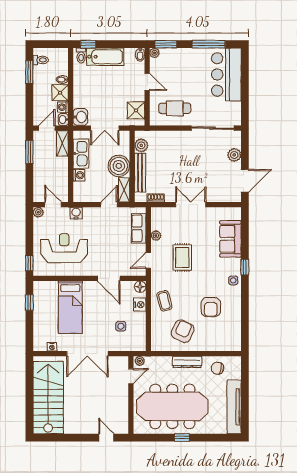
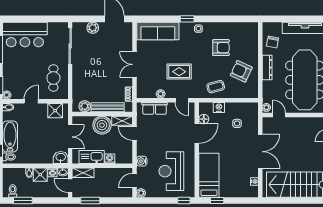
sofa: (230, 239) -> (158, 31), width x1.36
floor lamp: (140, 287) -> (204, 119), moved
bed: (70, 307) -> (209, 175), moved, turned -90

